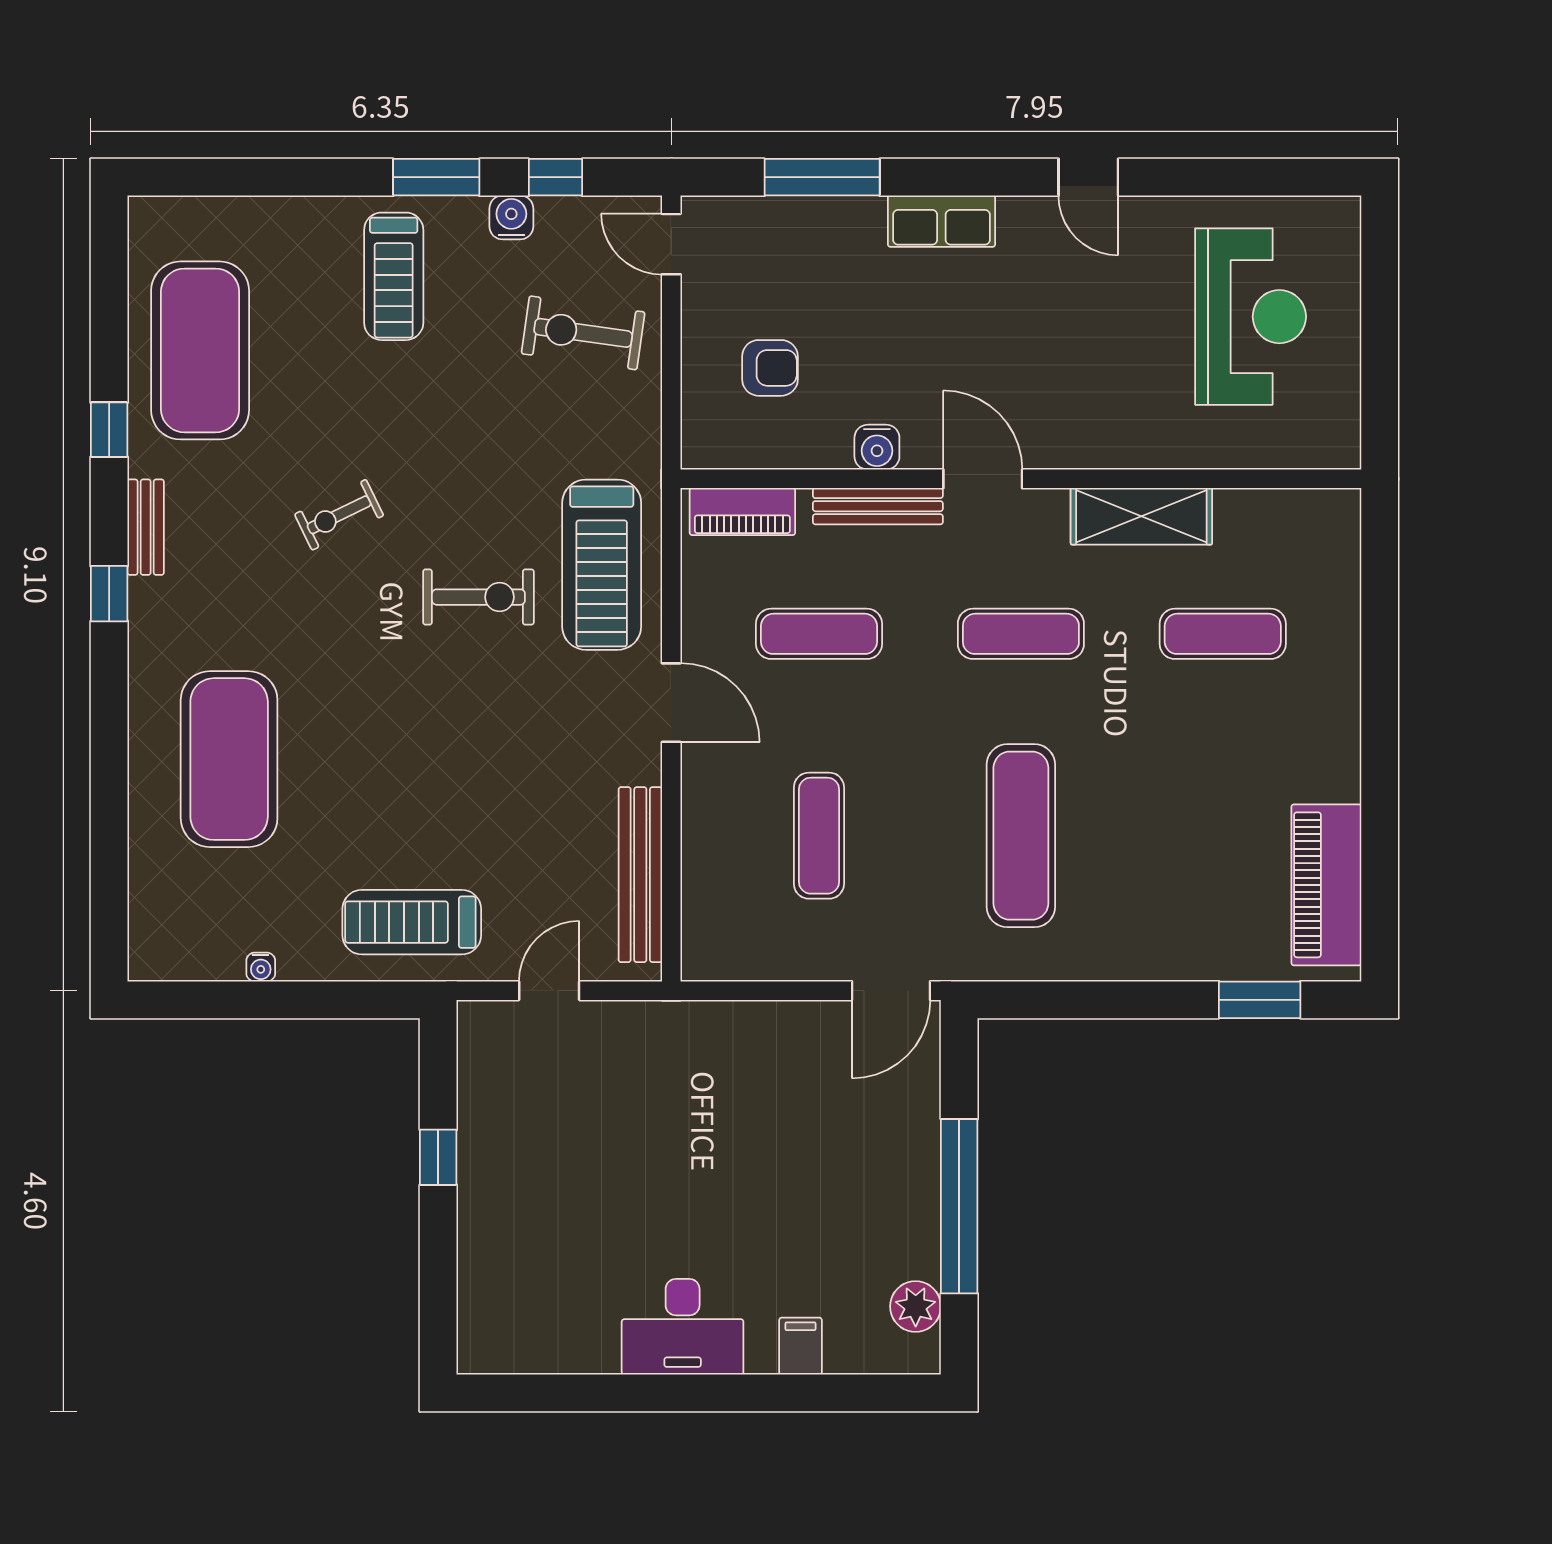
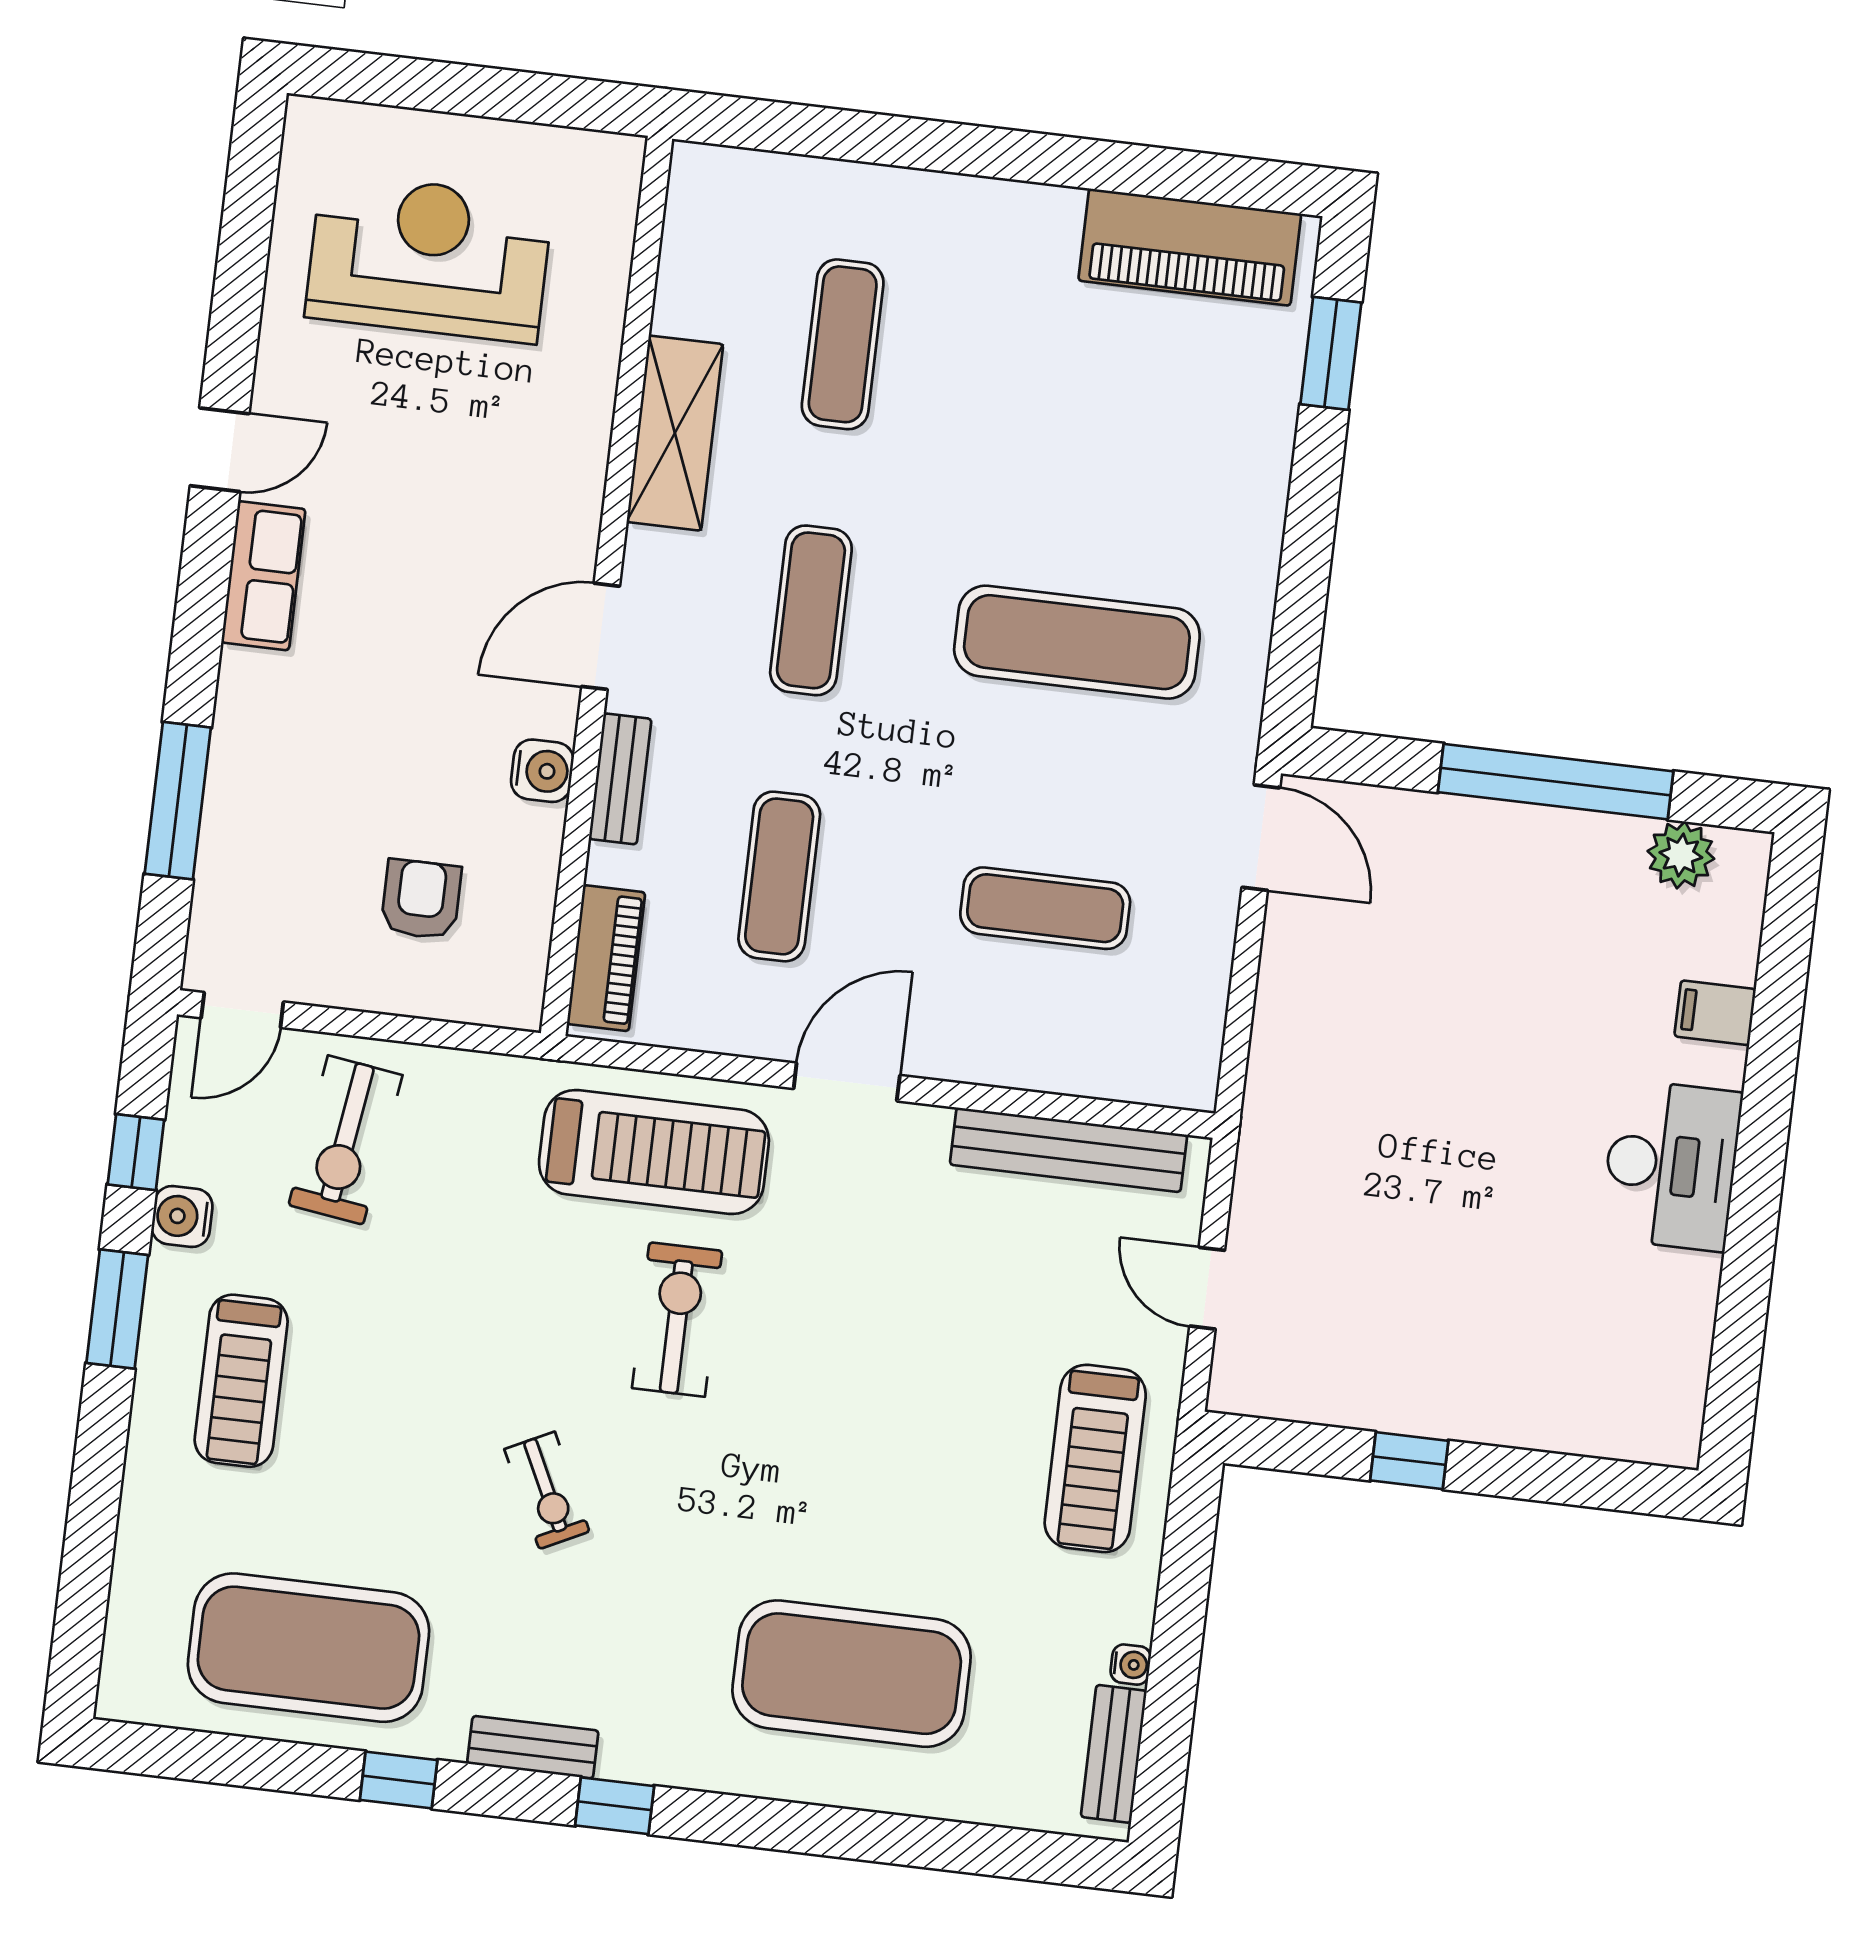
row of seats: (941, 221) -> (263, 576), moved
treadmill: (394, 276) -> (241, 1381), turned 90
bench: (878, 506) -> (620, 779), width x0.73
bench: (192, 962) -> (1114, 1754), added

